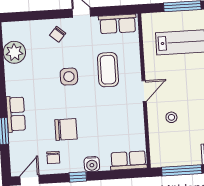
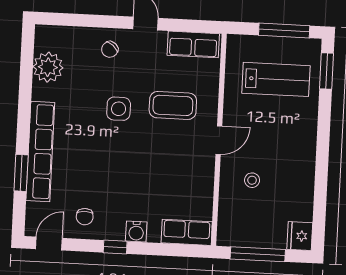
coffee table: (108, 70) -> (173, 105), turned 90
row of seats: (16, 114) -> (40, 152), width x2.02
chair: (66, 129) -> (106, 180), removed

